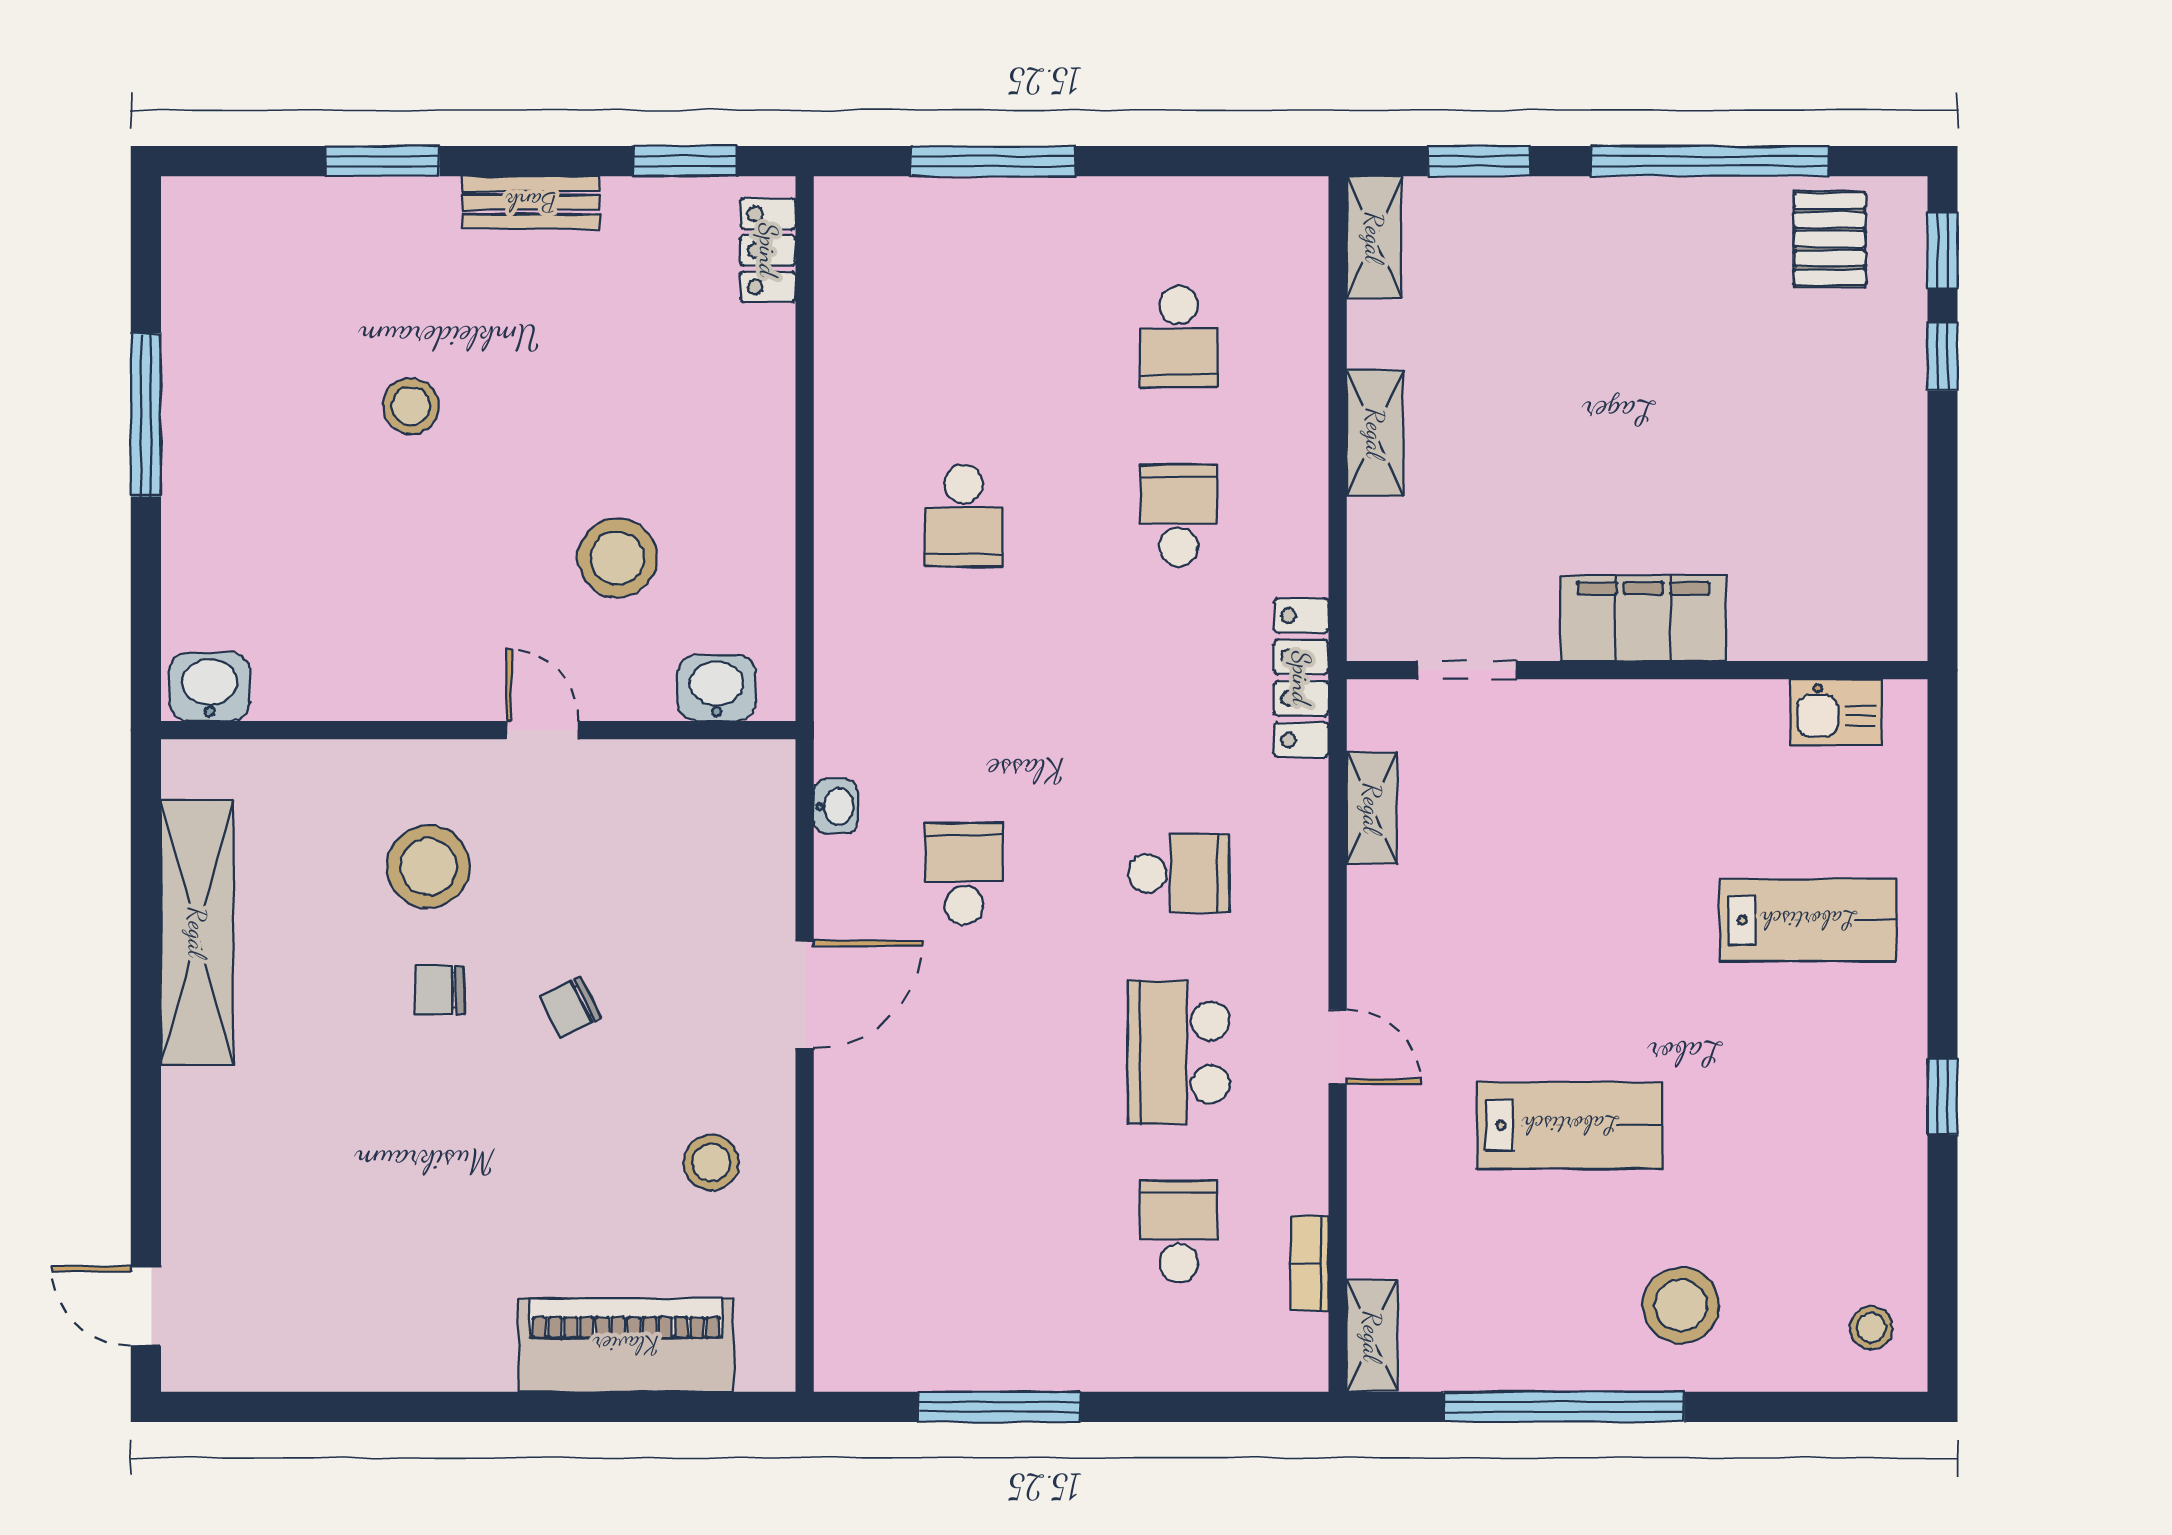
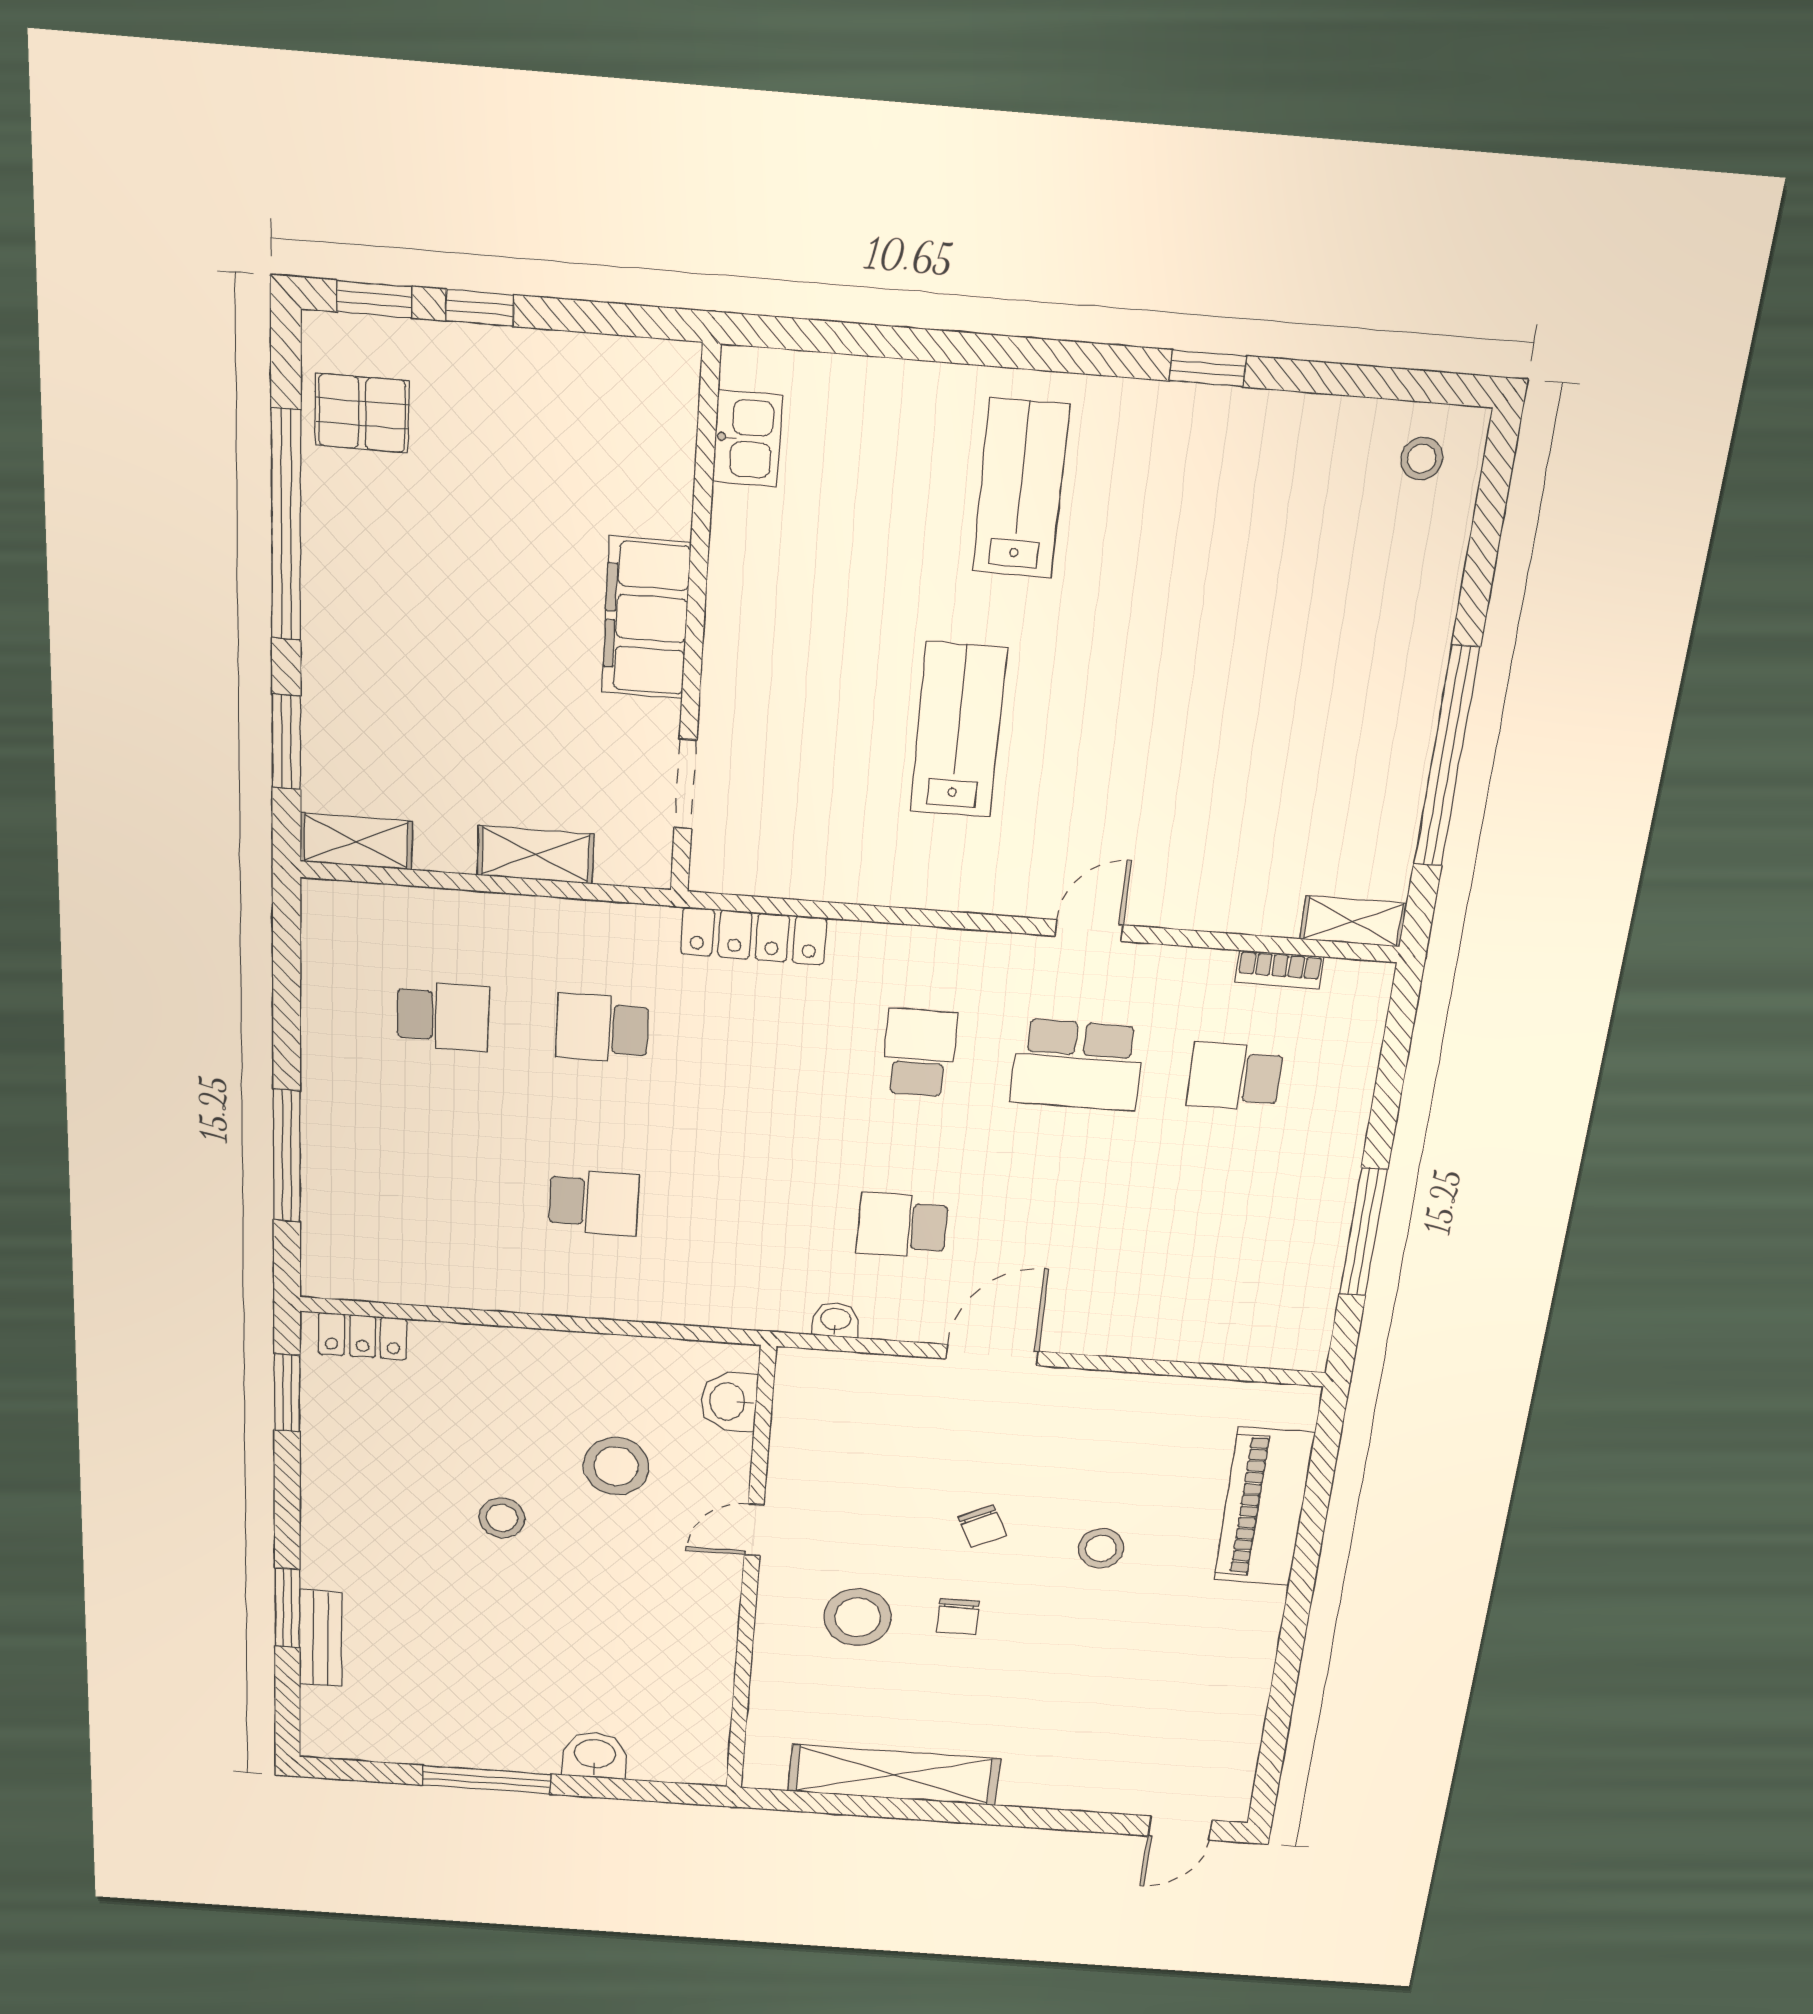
bench: (531, 202) -> (321, 1638), moved
stool: (411, 406) -> (502, 1518), moved
filing cabinet: (1643, 618) -> (646, 618), moved
doorway: (1467, 670) -> (685, 784), moved
wall: (1637, 670) -> (695, 628), moved
washbasin: (210, 687) -> (595, 1755), moved, turned 90
kitchen sink: (1836, 712) -> (747, 438), moved
shelving: (1372, 808) -> (876, 884), removed
door: (805, 995) -> (992, 1355), hinge flipped
lab bench: (1570, 1125) -> (958, 730), moved
stool: (711, 1163) -> (1101, 1548), moved
stool: (1681, 1305) -> (1370, 641), removed

